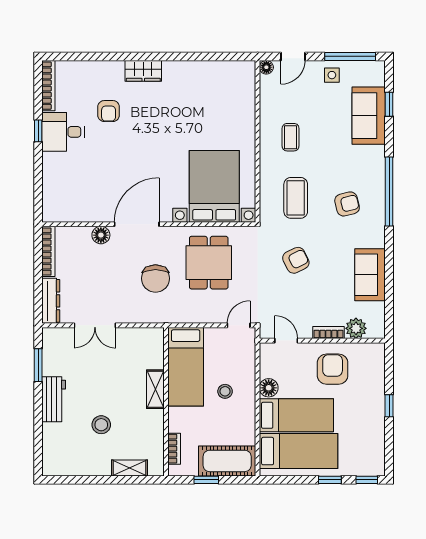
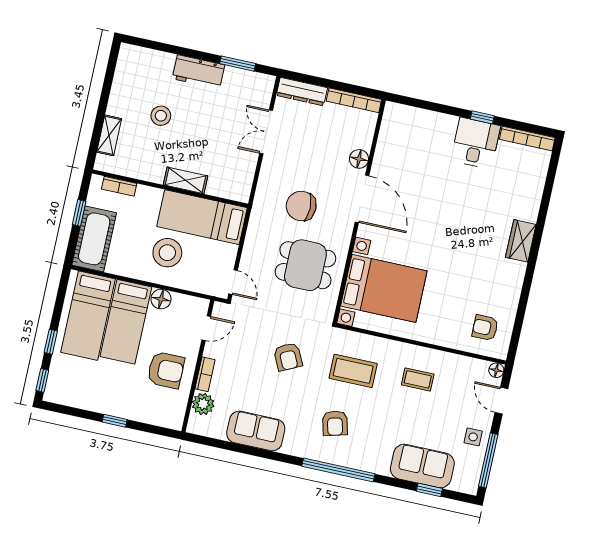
armchair: (109, 111) -> (485, 328), moved
stool: (225, 391) -> (167, 253), width x1.89, depth x1.89

